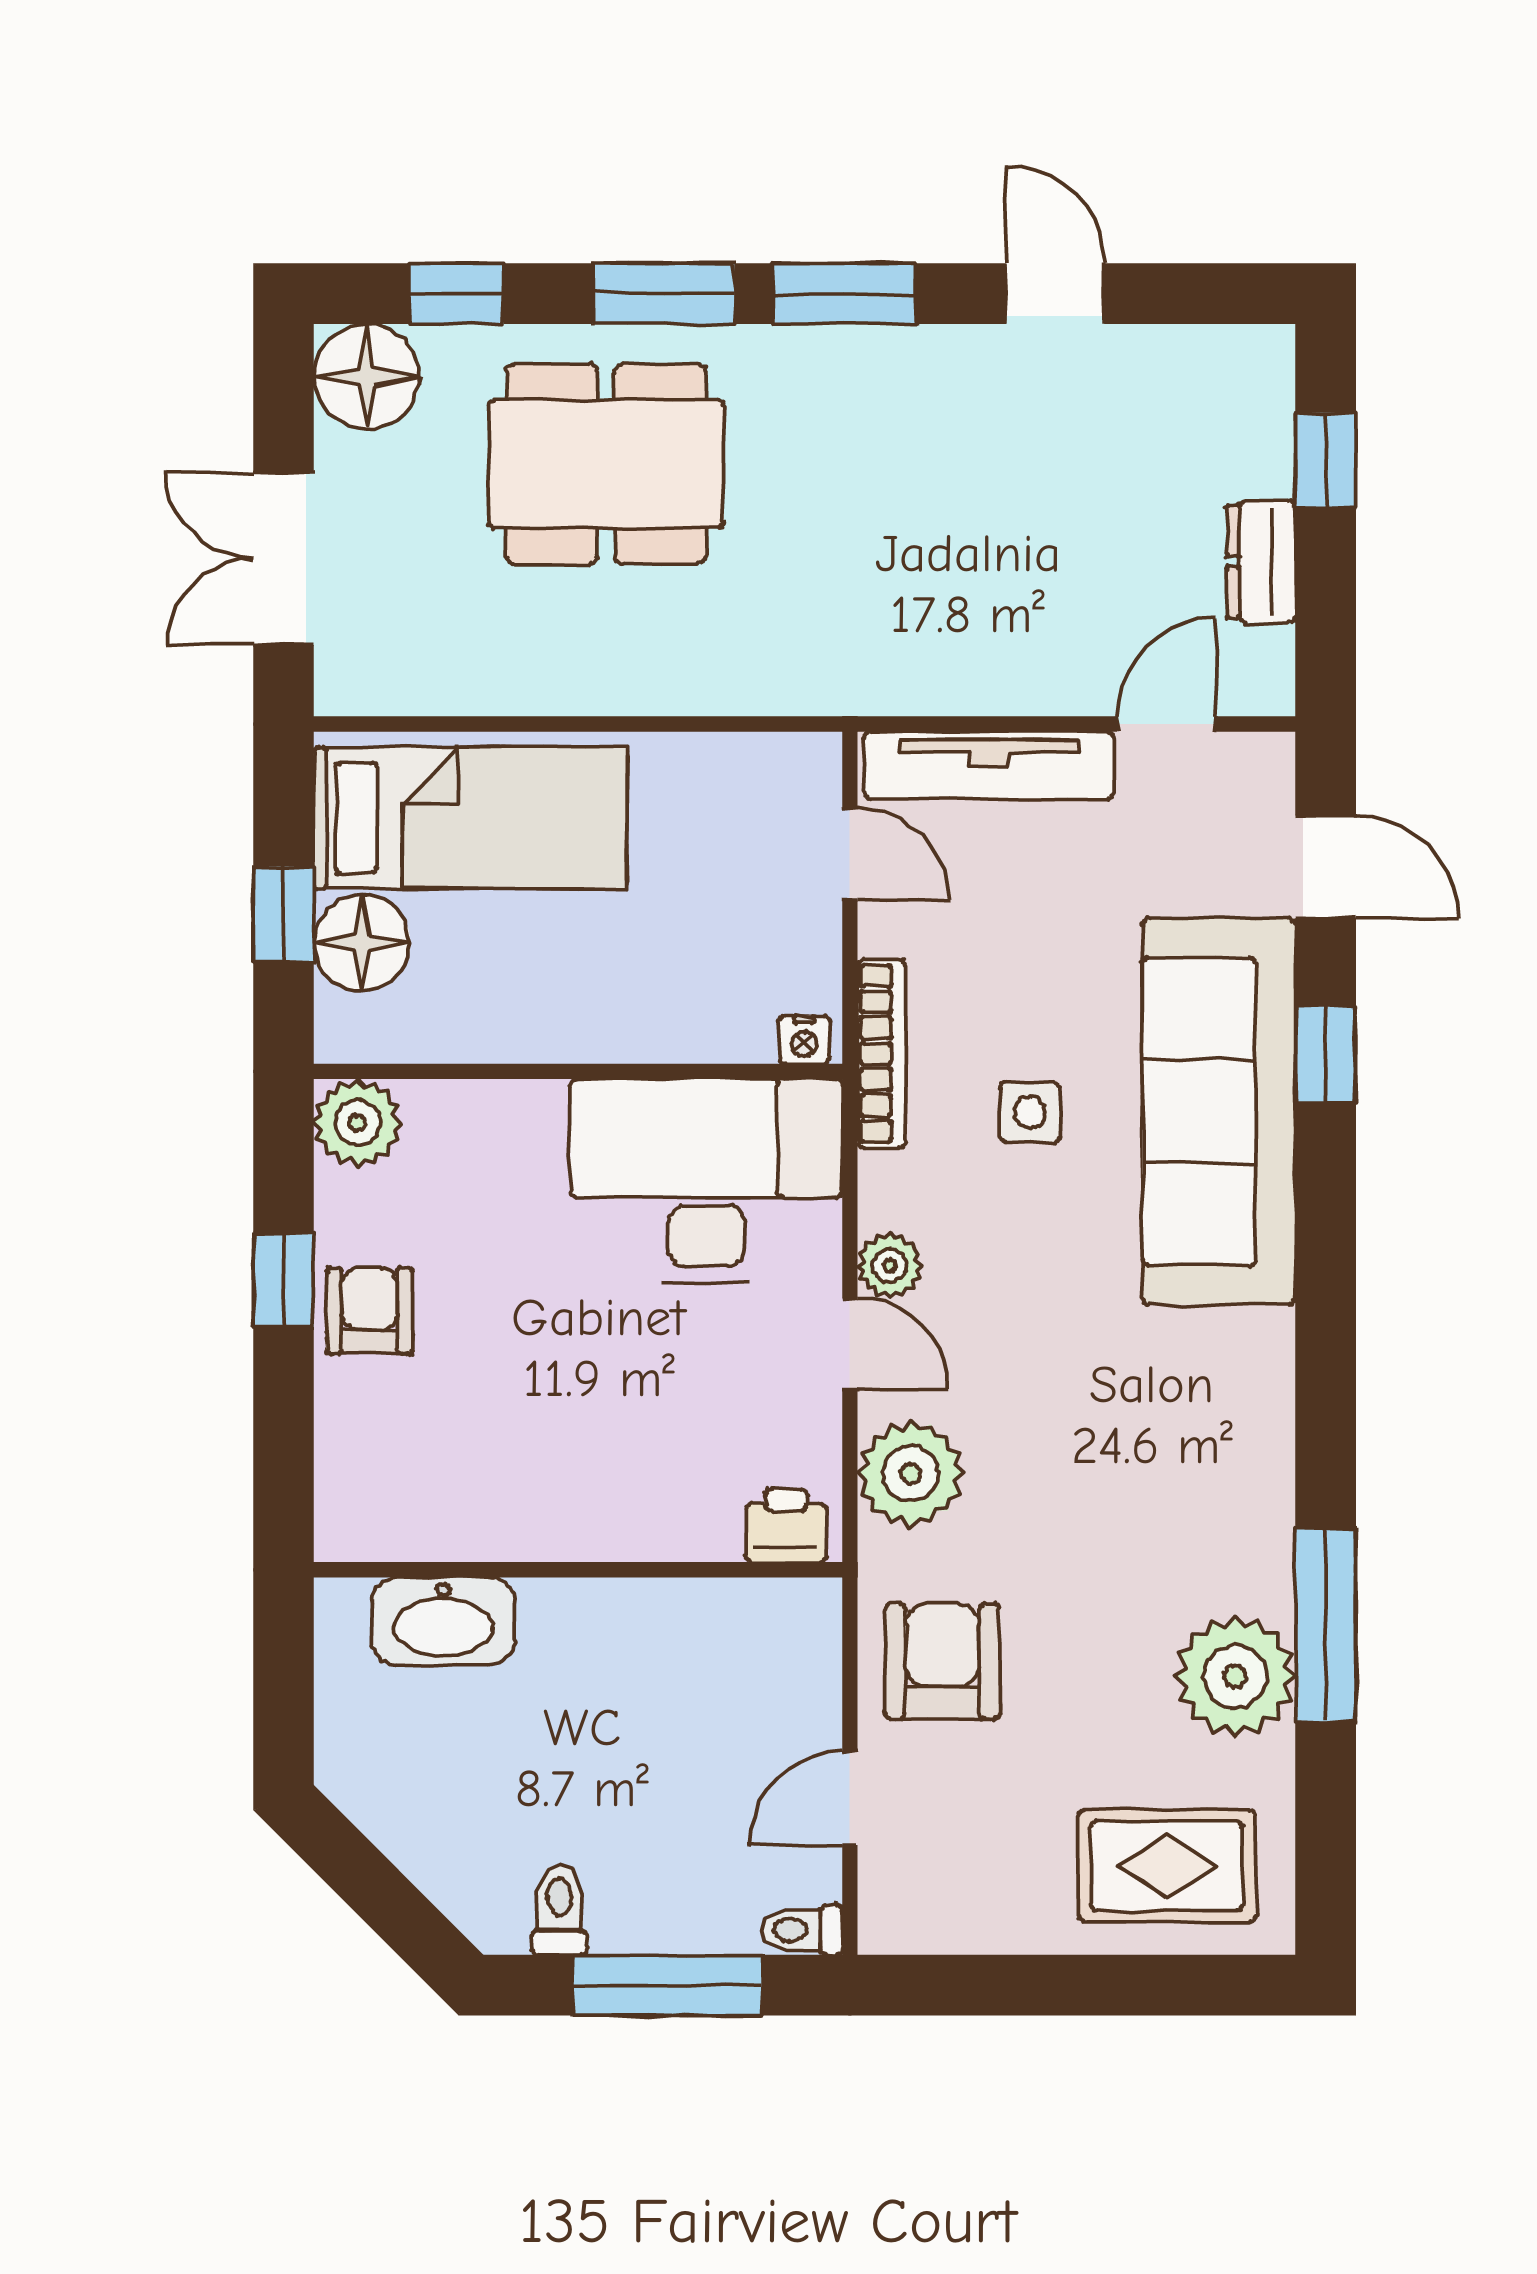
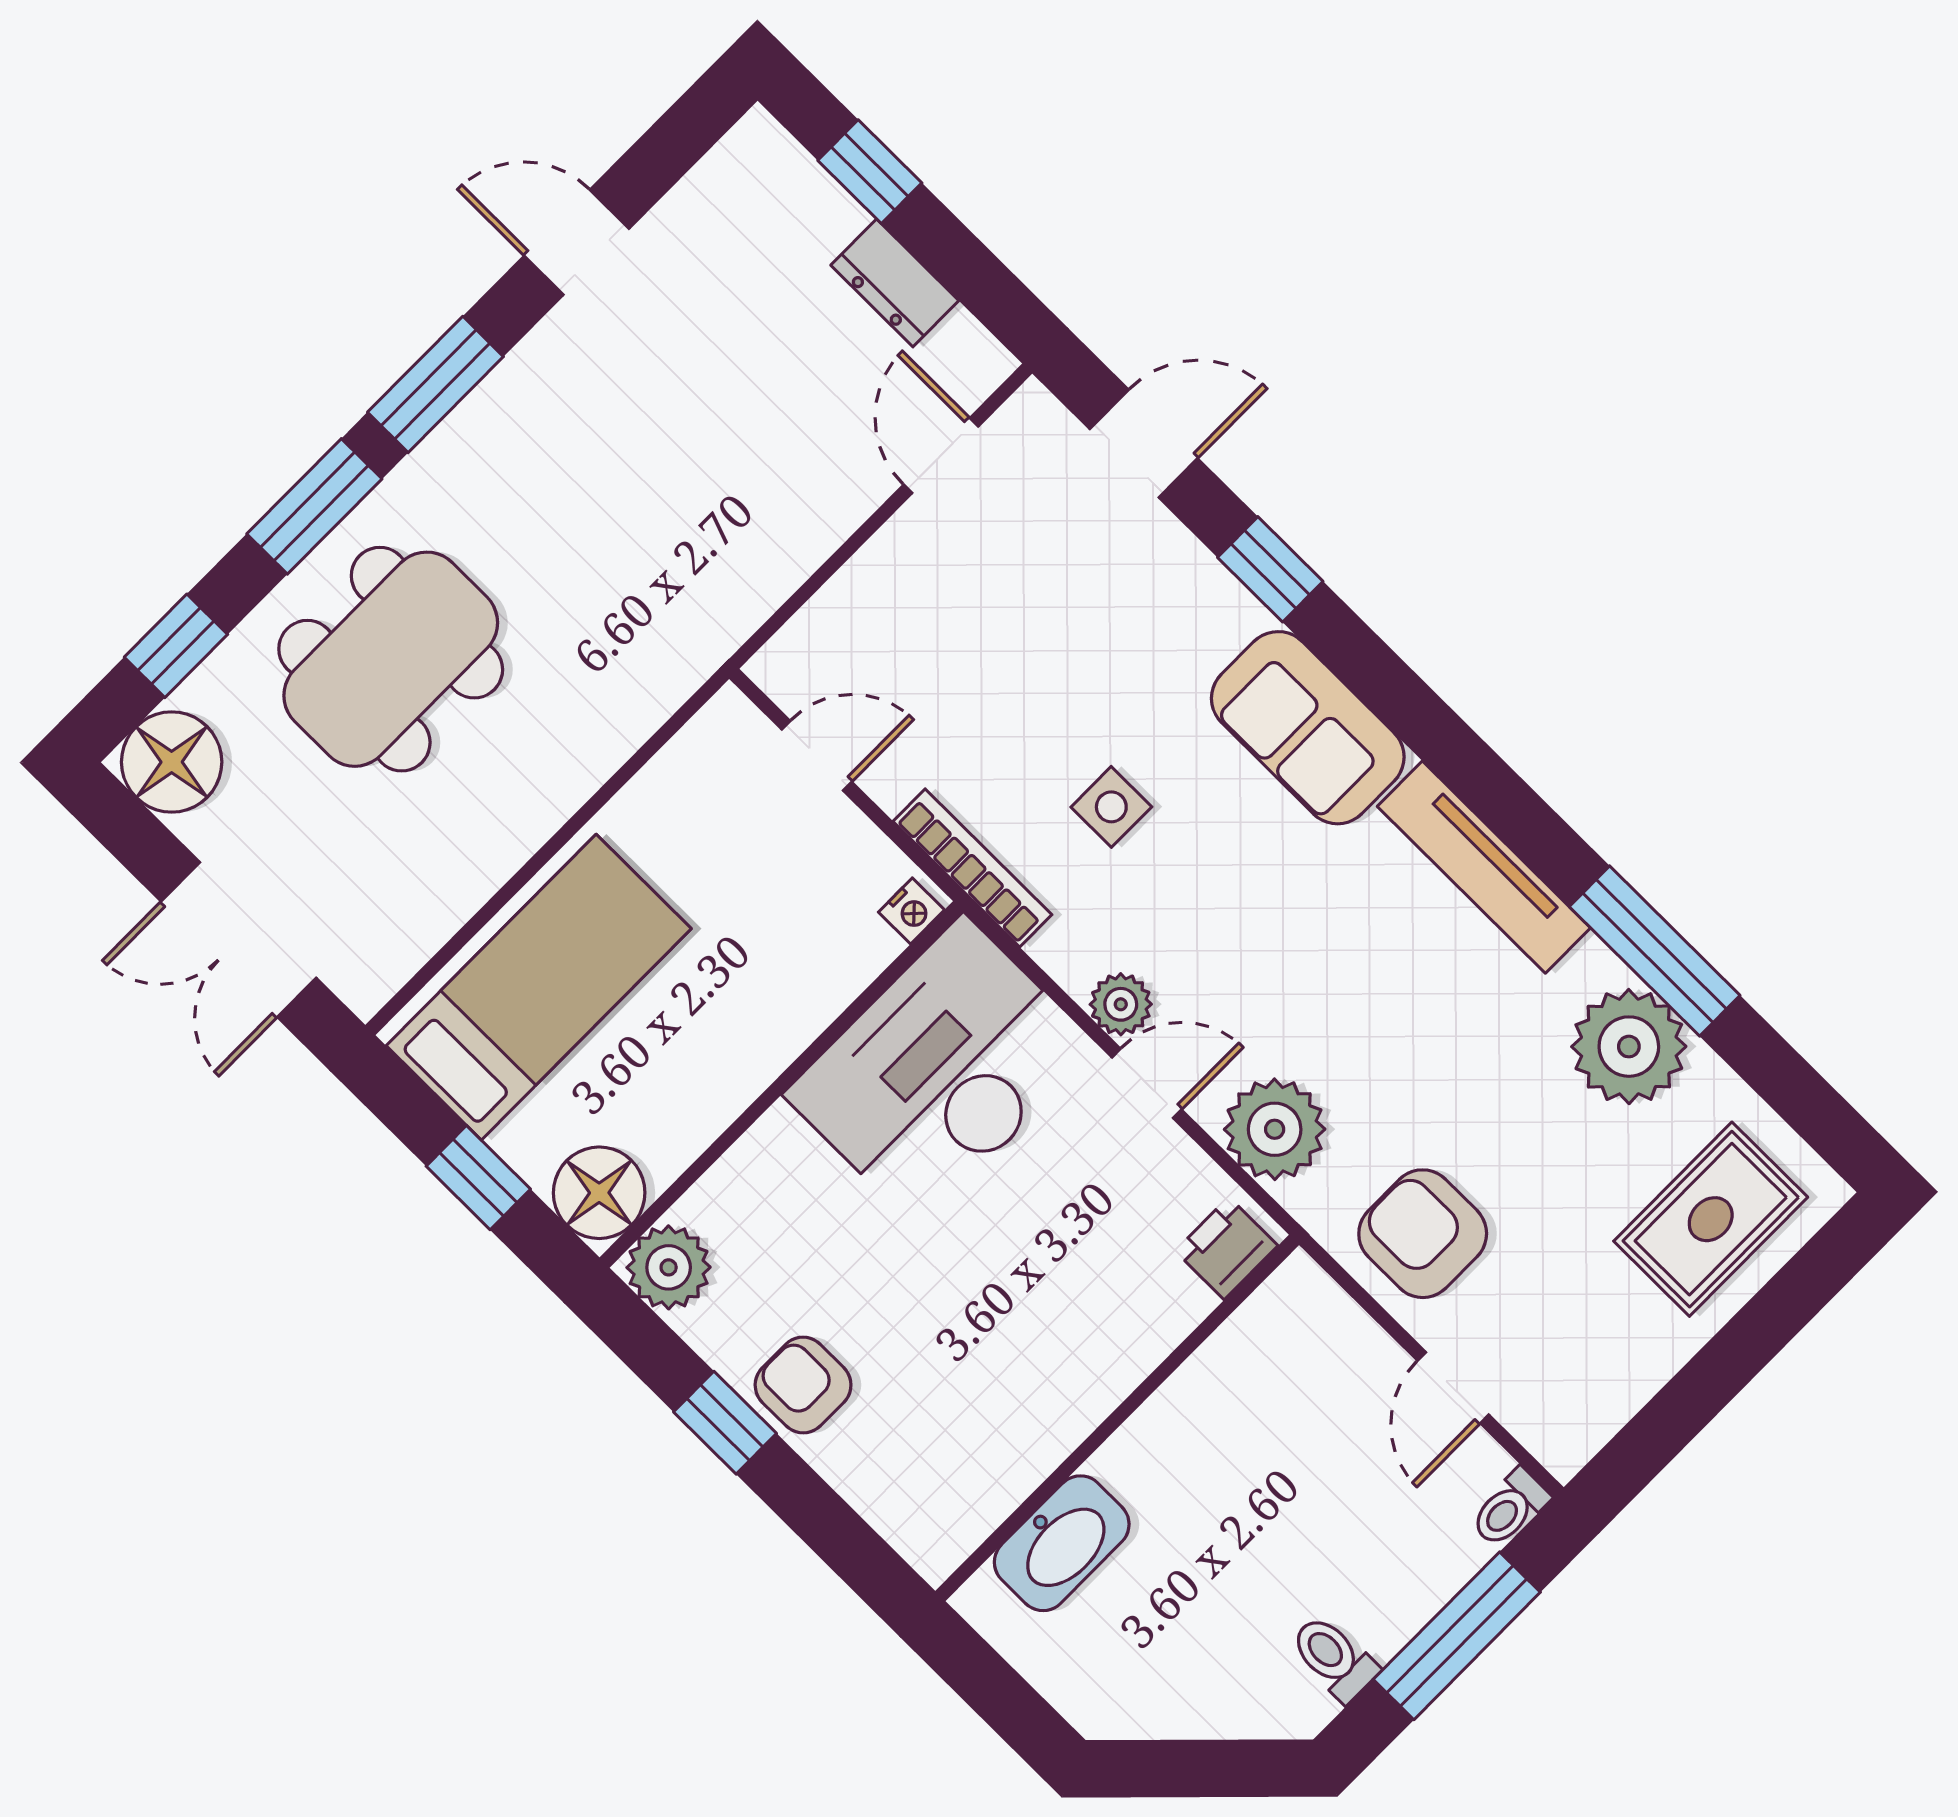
tv unit: (989, 765) -> (1484, 867), moved, turned 90
floor lamp: (362, 943) -> (599, 1193), moved
sofa: (1219, 1111) -> (1308, 728), width x0.54, depth x0.79

